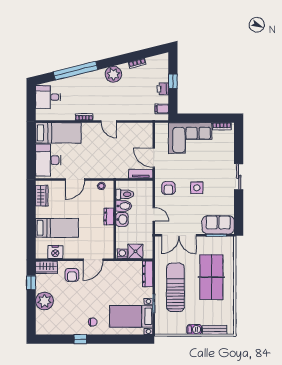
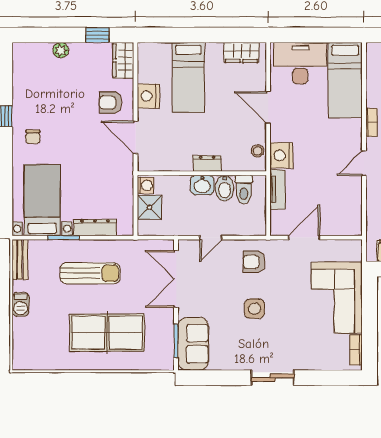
nightstand: (104, 171) -> (281, 155), added
tv unit: (141, 174) -> (278, 189), moved
nightstand: (55, 252) -> (148, 96), moved
dresser: (148, 274) -> (95, 227), moved
sun lounger: (175, 287) -> (90, 273), width x0.73, depth x0.75
plant: (44, 301) -> (61, 50), width x0.53, depth x0.53
bench: (214, 330) -> (20, 260), moved

